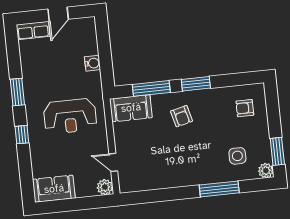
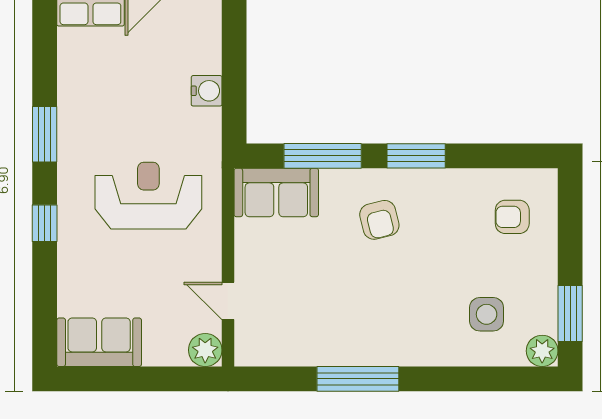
reception desk: (70, 116) -> (148, 196), turned 180
window: (219, 189) -> (358, 379), moved

